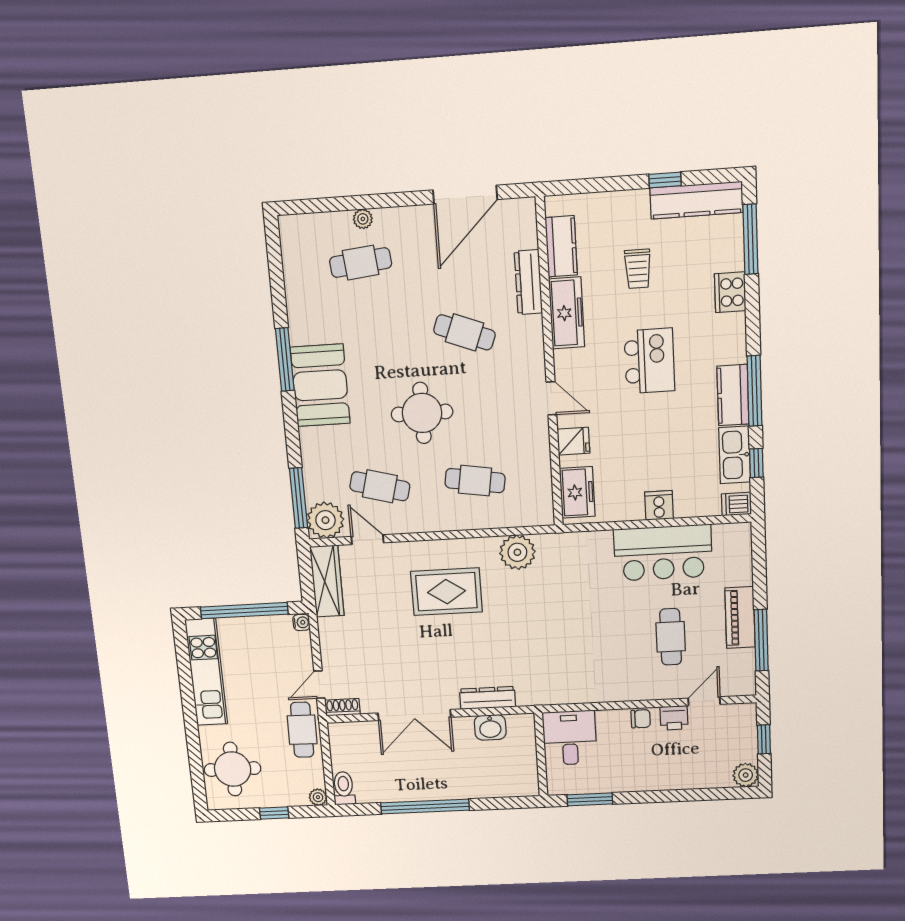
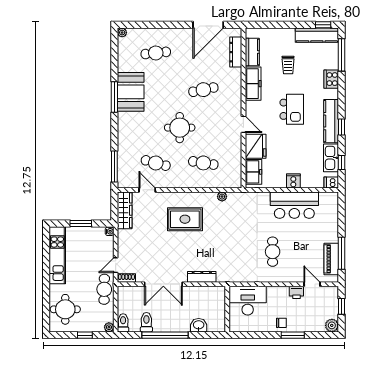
window: (665, 180) -> (323, 25), moved
plant: (363, 219) -> (122, 33), moved
dresser: (528, 282) -> (236, 52), moved
cafe table: (464, 332) -> (203, 90), turned -33
booth: (320, 385) -> (131, 92), moved
window: (754, 391) -> (342, 127), width x0.46
kitchen counter: (733, 395) -> (331, 121), width x1.50
fridge: (573, 441) -> (256, 146), width x1.88, depth x1.34
plant: (325, 520) -> (127, 179), removed
plant: (517, 552) -> (222, 197), width x0.53, depth x0.53
window: (244, 611) -> (81, 223), width x0.47
piano: (740, 618) -> (331, 259), moved
cafe table: (671, 637) -> (273, 252), moved
door: (704, 701) -> (312, 284), hinge flipped
chair: (641, 719) -> (281, 323), moved
washbasin: (490, 727) -> (199, 325), moved, turned 180
desk: (570, 738) -> (248, 301), width x1.37
toilet: (388, 785) -> (146, 322), added
window: (590, 799) -> (293, 335), moved

